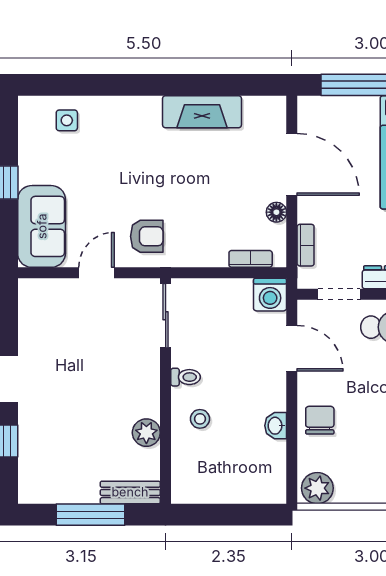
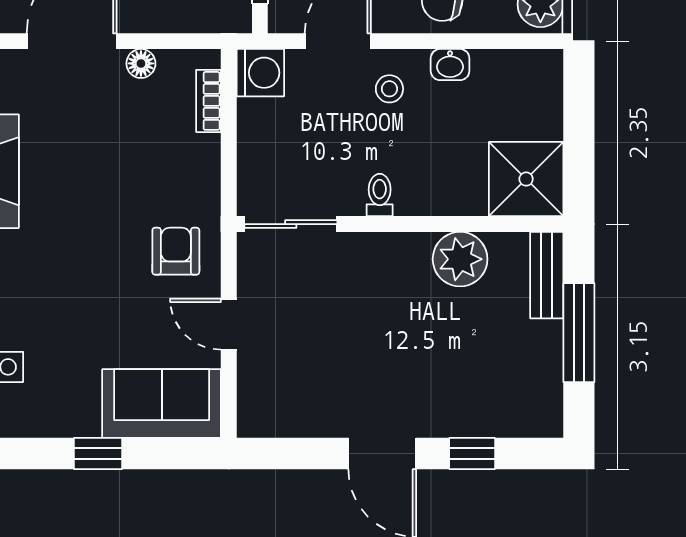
bookcase: (306, 245) -> (189, 21), removed
stool: (200, 419) -> (389, 89), moved
plant: (146, 433) -> (460, 259), width x1.36, depth x1.36
shower: (197, 478) -> (526, 179), added

